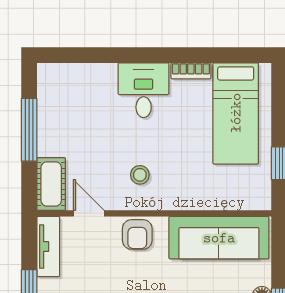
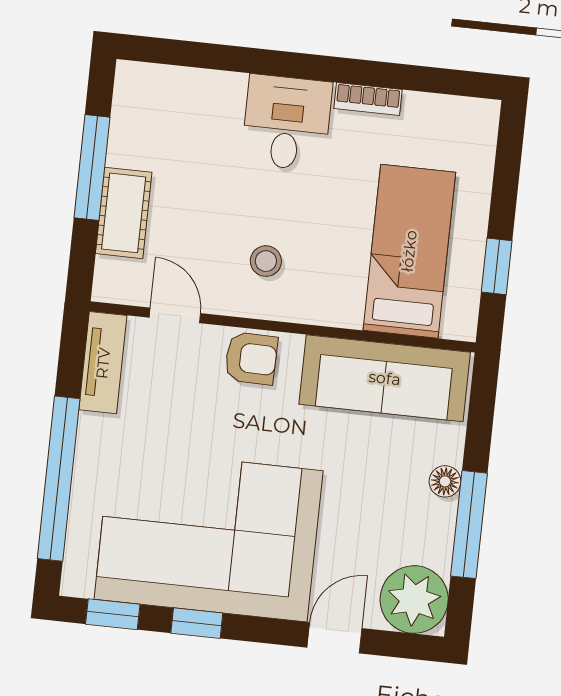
bed: (236, 113) -> (409, 251), moved, turned 180
cot: (51, 184) -> (124, 213), moved
armchair: (137, 234) -> (251, 358), turned -89

